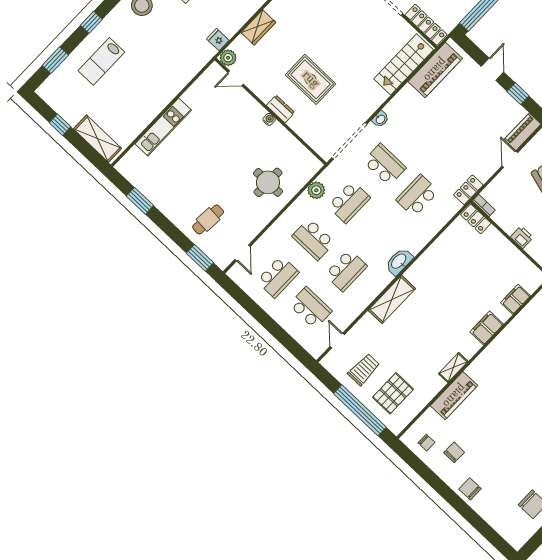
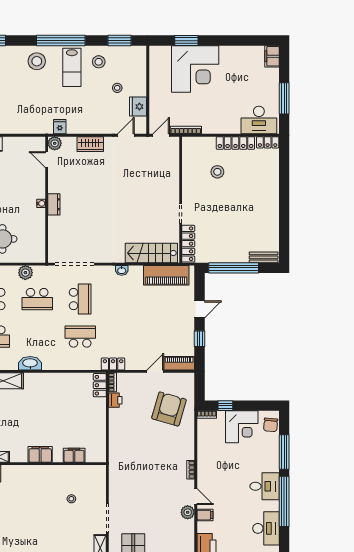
rug: (311, 79) -> (89, 205), removed
washbasin: (380, 119) -> (122, 270), moved
printer: (522, 237) -> (115, 400), moved

